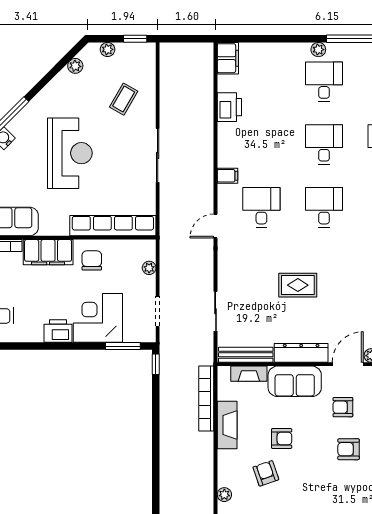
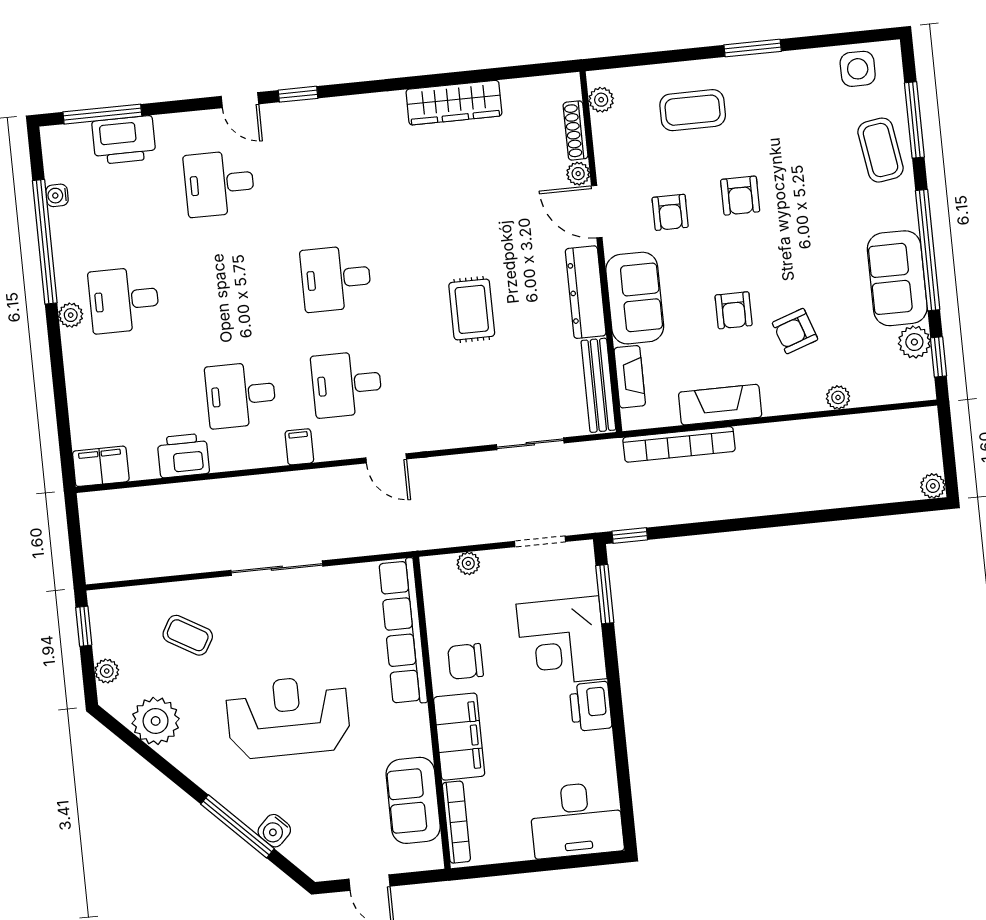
plant: (75, 66) -> (156, 721), width x1.87, depth x1.87
desk: (324, 144) -> (241, 395), moved
armchair: (282, 439) -> (734, 310), turned 180

